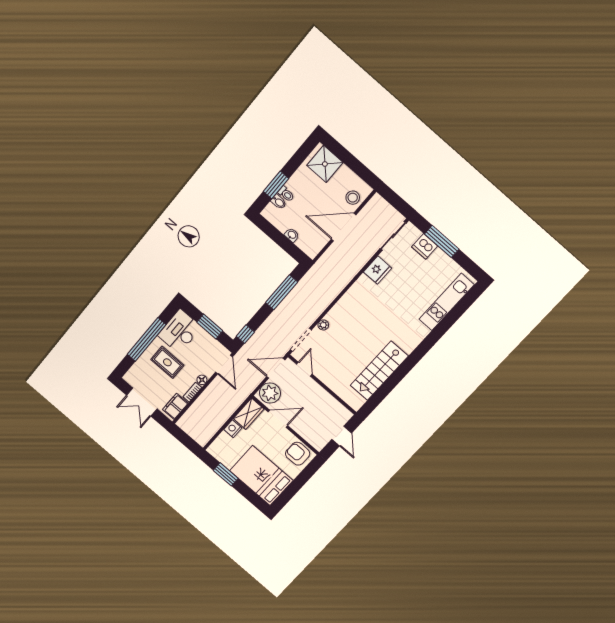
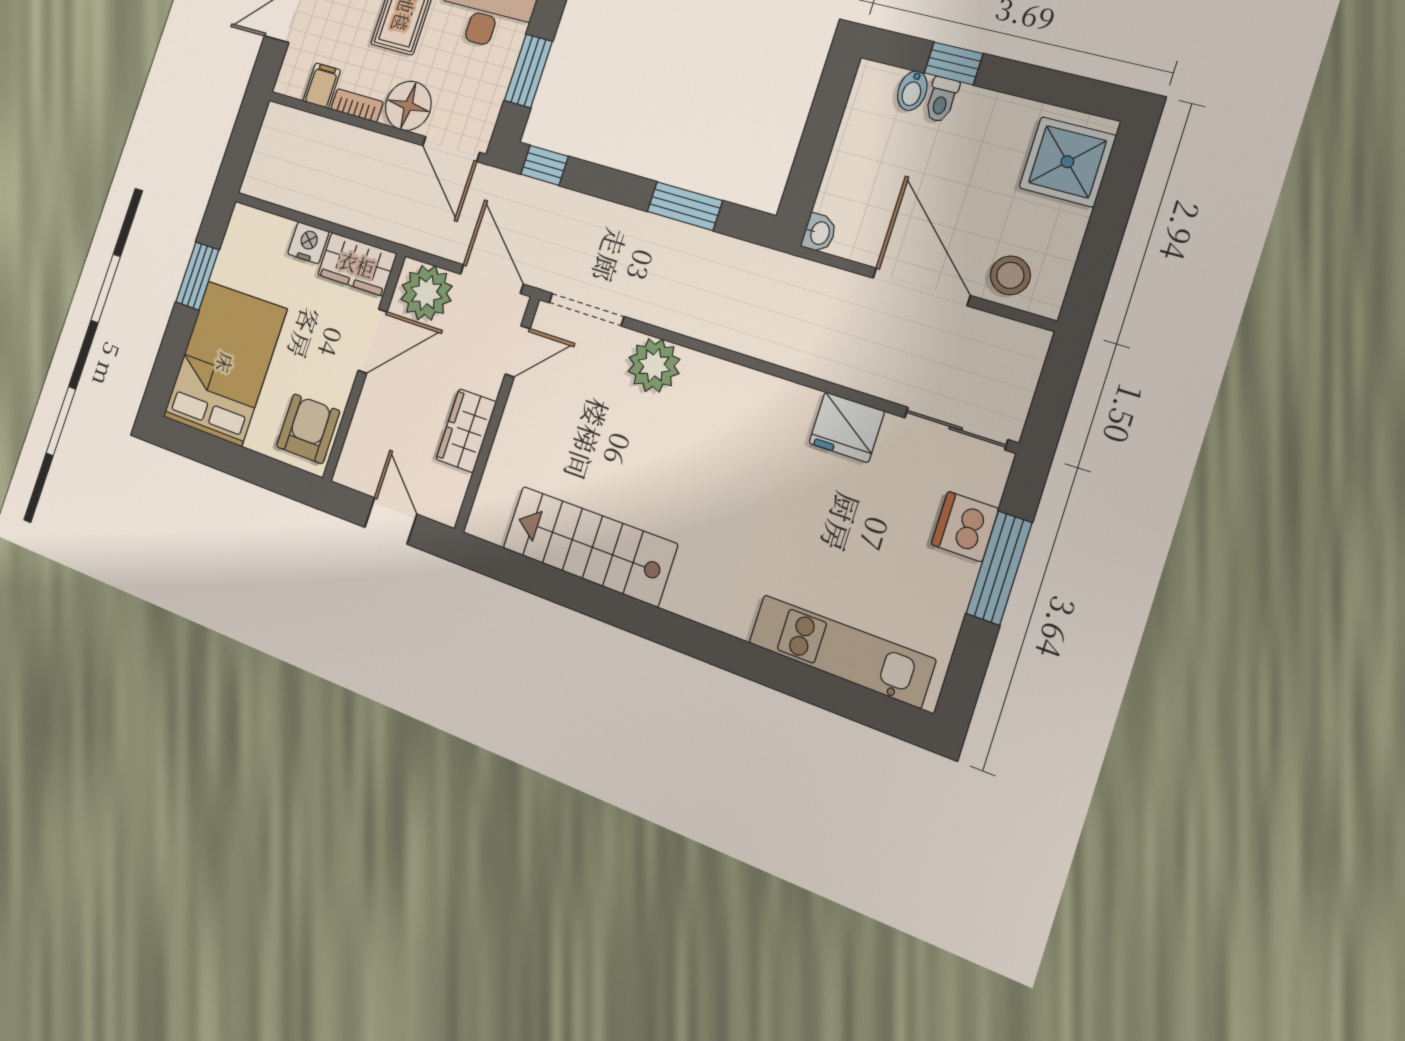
window: (276, 185) -> (954, 63), width x0.67
washbasin: (292, 235) -> (819, 233), moved
window: (282, 292) -> (685, 206), width x0.69
plant: (323, 325) -> (654, 365), width x1.88, depth x1.88
door: (224, 365) -> (451, 149), hinge flipped
floor lamp: (202, 380) -> (408, 106), width x1.89, depth x1.89
wardrobe: (323, 398) -> (466, 431), added
filing cabinet: (175, 406) -> (322, 86), width x0.50
door: (278, 419) -> (373, 341), hinge flipped
door: (342, 436) -> (391, 521), swing flipped

